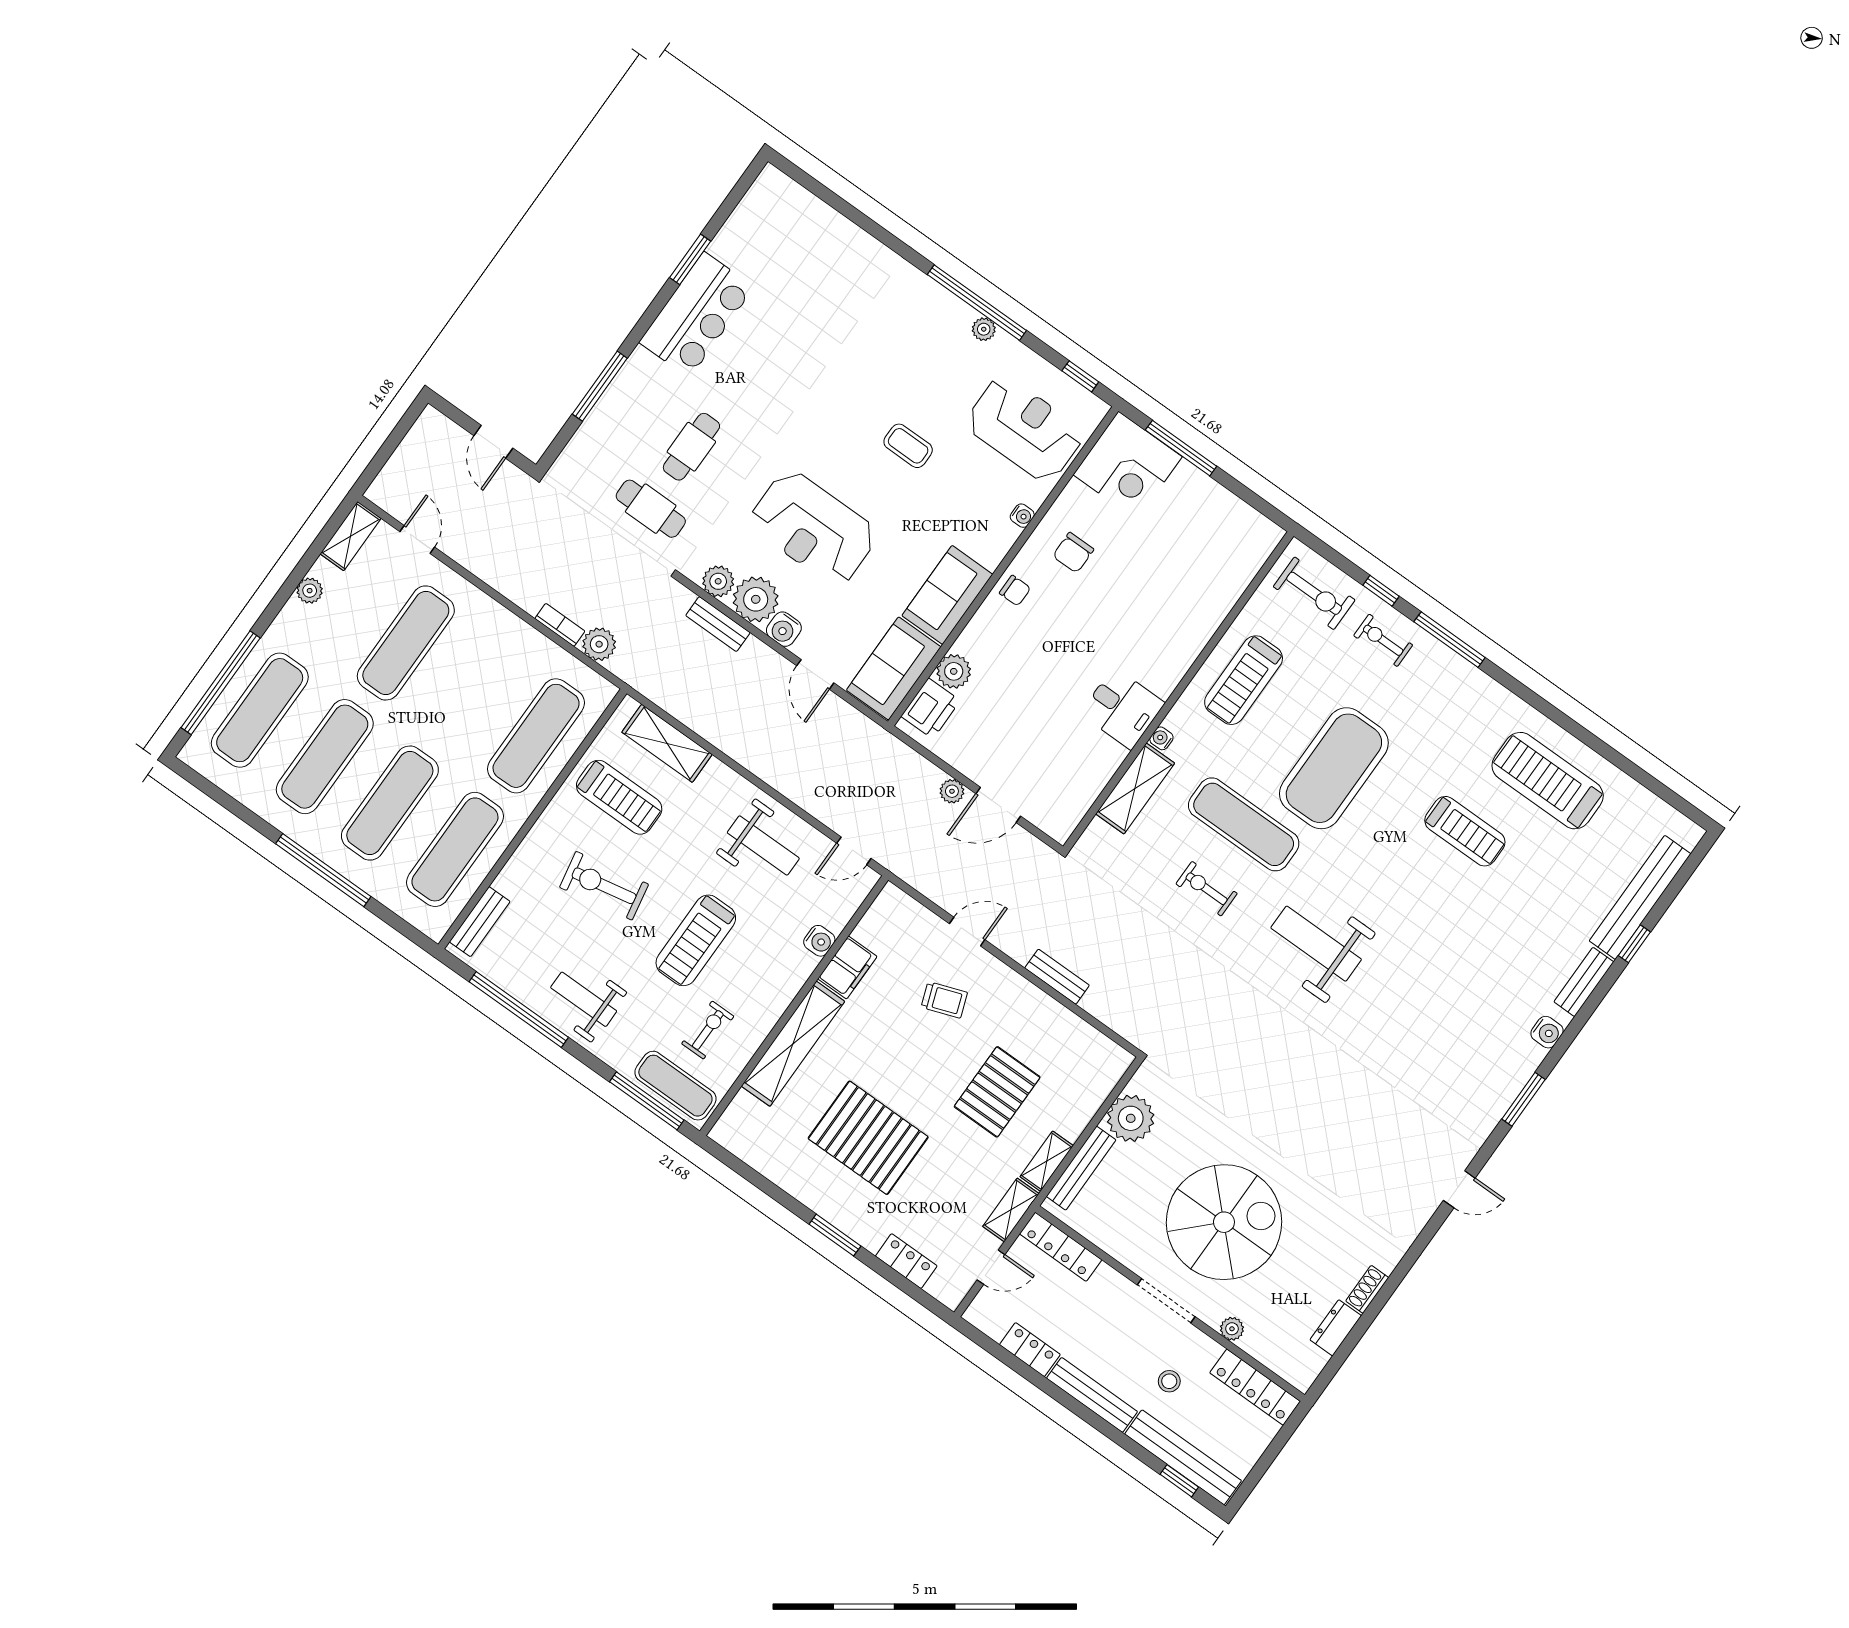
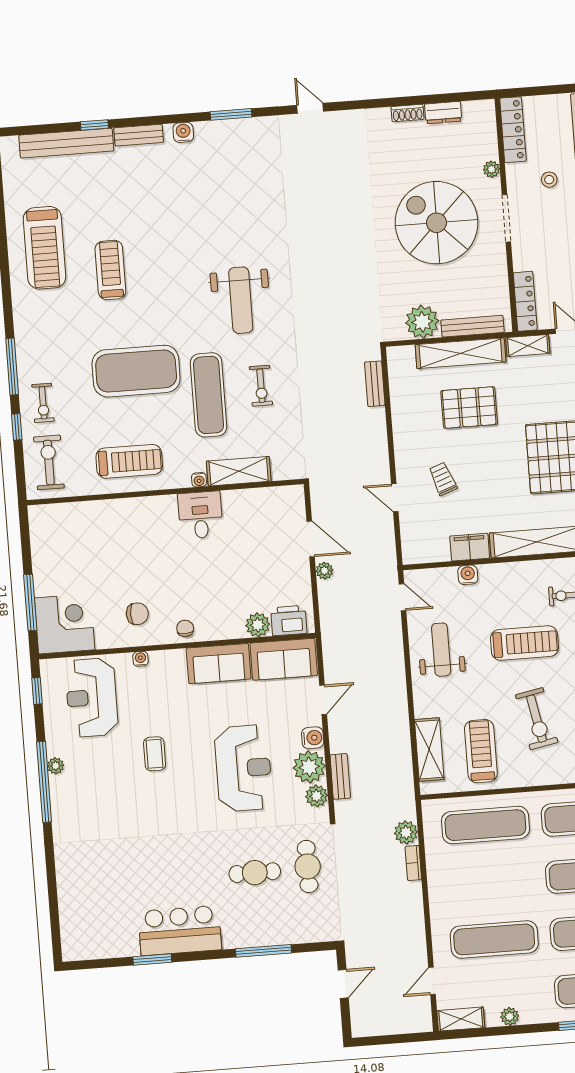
bench: (1057, 977) -> (375, 384), moved
shelving: (1047, 1161) -> (461, 353), width x2.20, depth x1.33

